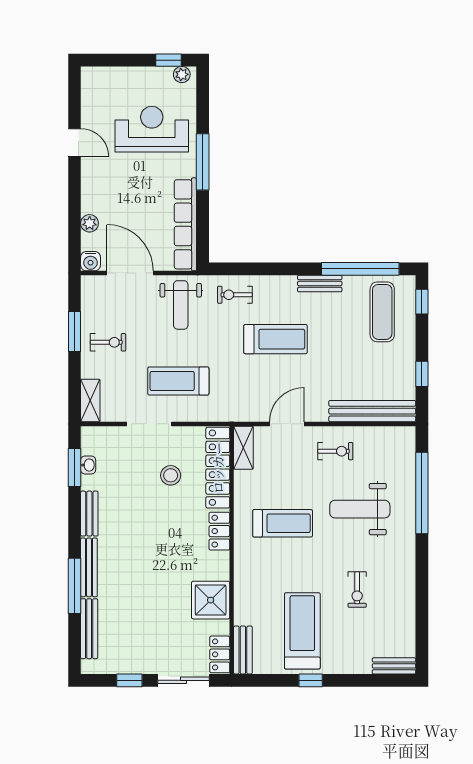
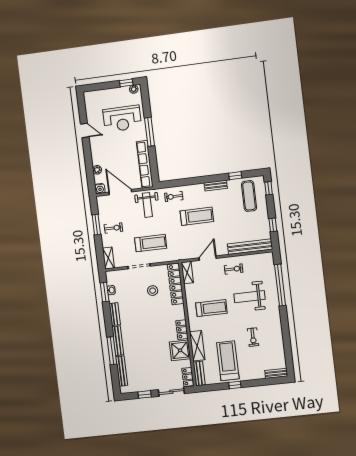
reception desk: (152, 129) -> (122, 119), turned 180
window: (360, 269) -> (235, 176), width x0.32
treadmill: (178, 381) -> (151, 243), turned 180
locker: (219, 531) -> (182, 330), moved
shelving: (246, 595) -> (197, 346), added

